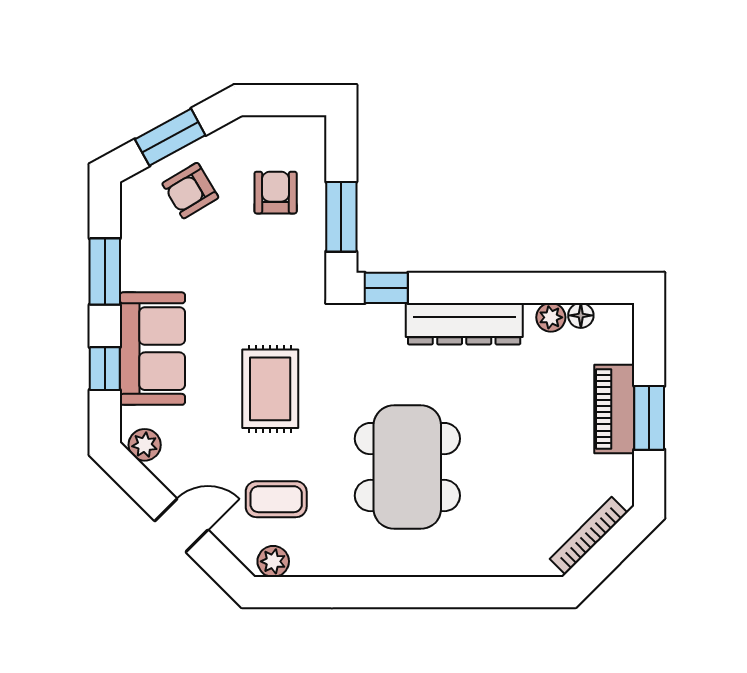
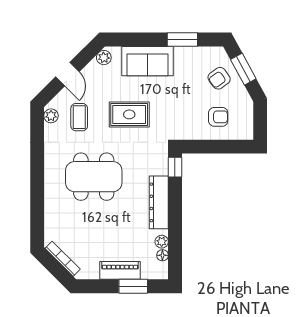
armchair: (190, 191) -> (219, 78), turned -95
window: (341, 217) -> (207, 147), removed
window: (105, 369) -> (138, 39), removed
window: (649, 418) -> (133, 286), moved

